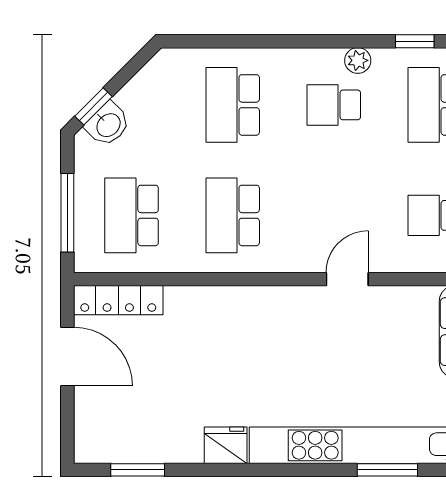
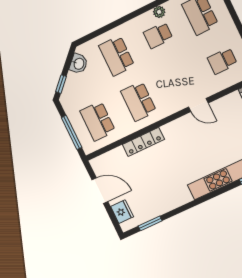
washbasin: (108, 124) -> (79, 64), moved
door: (347, 279) -> (198, 105), swing flipped
locker: (118, 300) -> (143, 142), moved
fridge: (226, 445) -> (122, 212), moved, turned 90

